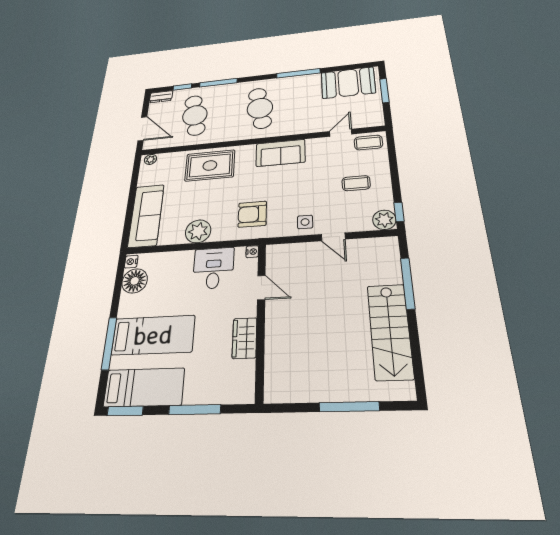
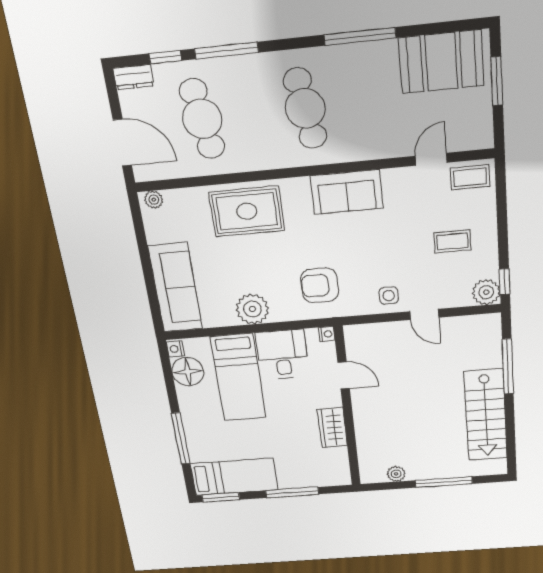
bed: (153, 335) -> (238, 378), moved, turned 90
plant: (300, 393) -> (396, 474), added

